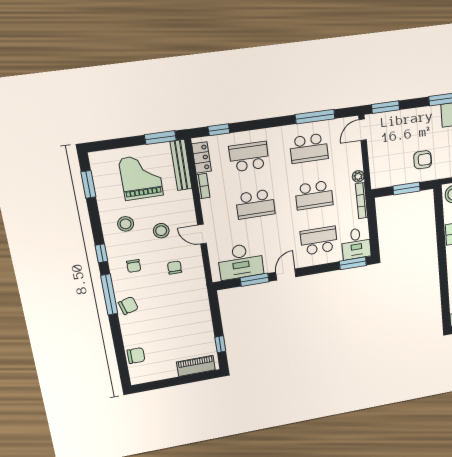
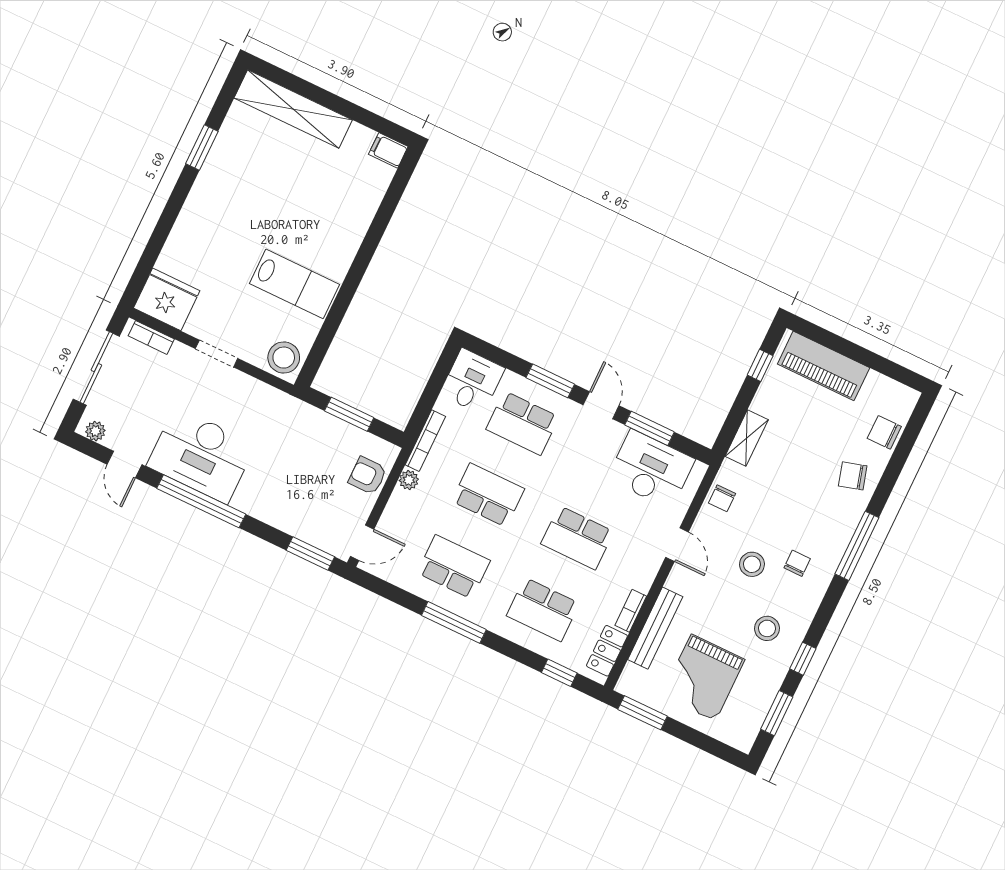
window: (315, 117) -> (454, 622), moved
armchair: (423, 160) -> (368, 476), moved
bench: (181, 165) -> (655, 628), moved
school desk: (255, 204) -> (577, 538), turned 180
stool: (161, 231) -> (752, 564), moved
window: (101, 253) -> (803, 659), moved
window: (353, 263) -> (550, 381), moved
chair: (175, 268) -> (722, 498), moved
door: (286, 275) -> (601, 405), swing flipped
chair: (128, 306) -> (853, 476), moved
shelving: (203, 307) -> (747, 438), added
piano: (196, 366) -> (824, 366), width x1.37, depth x1.33

